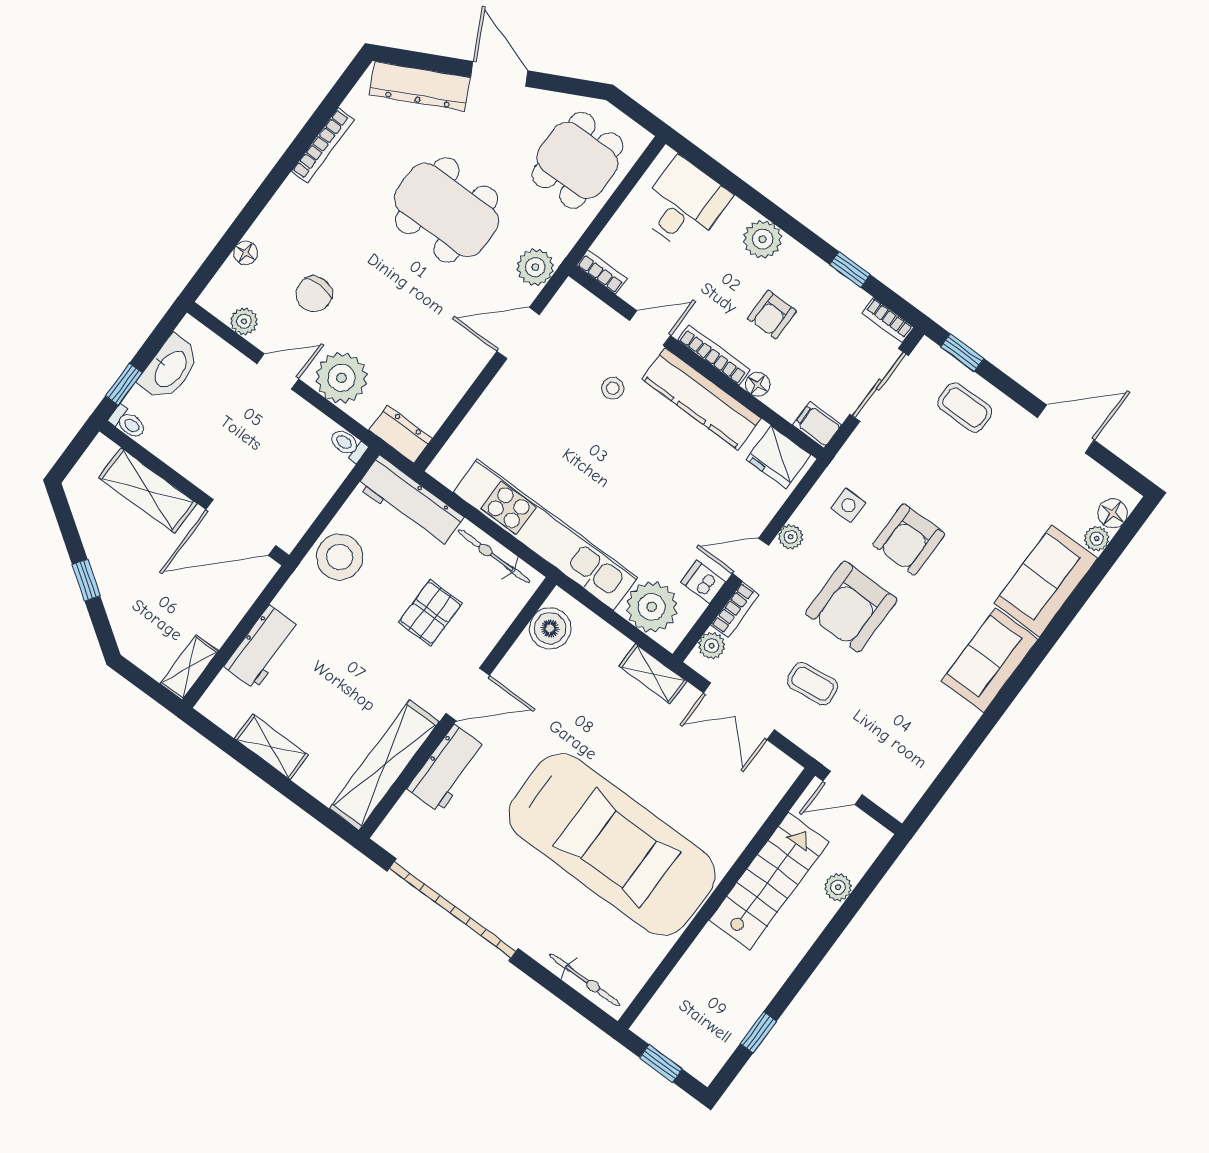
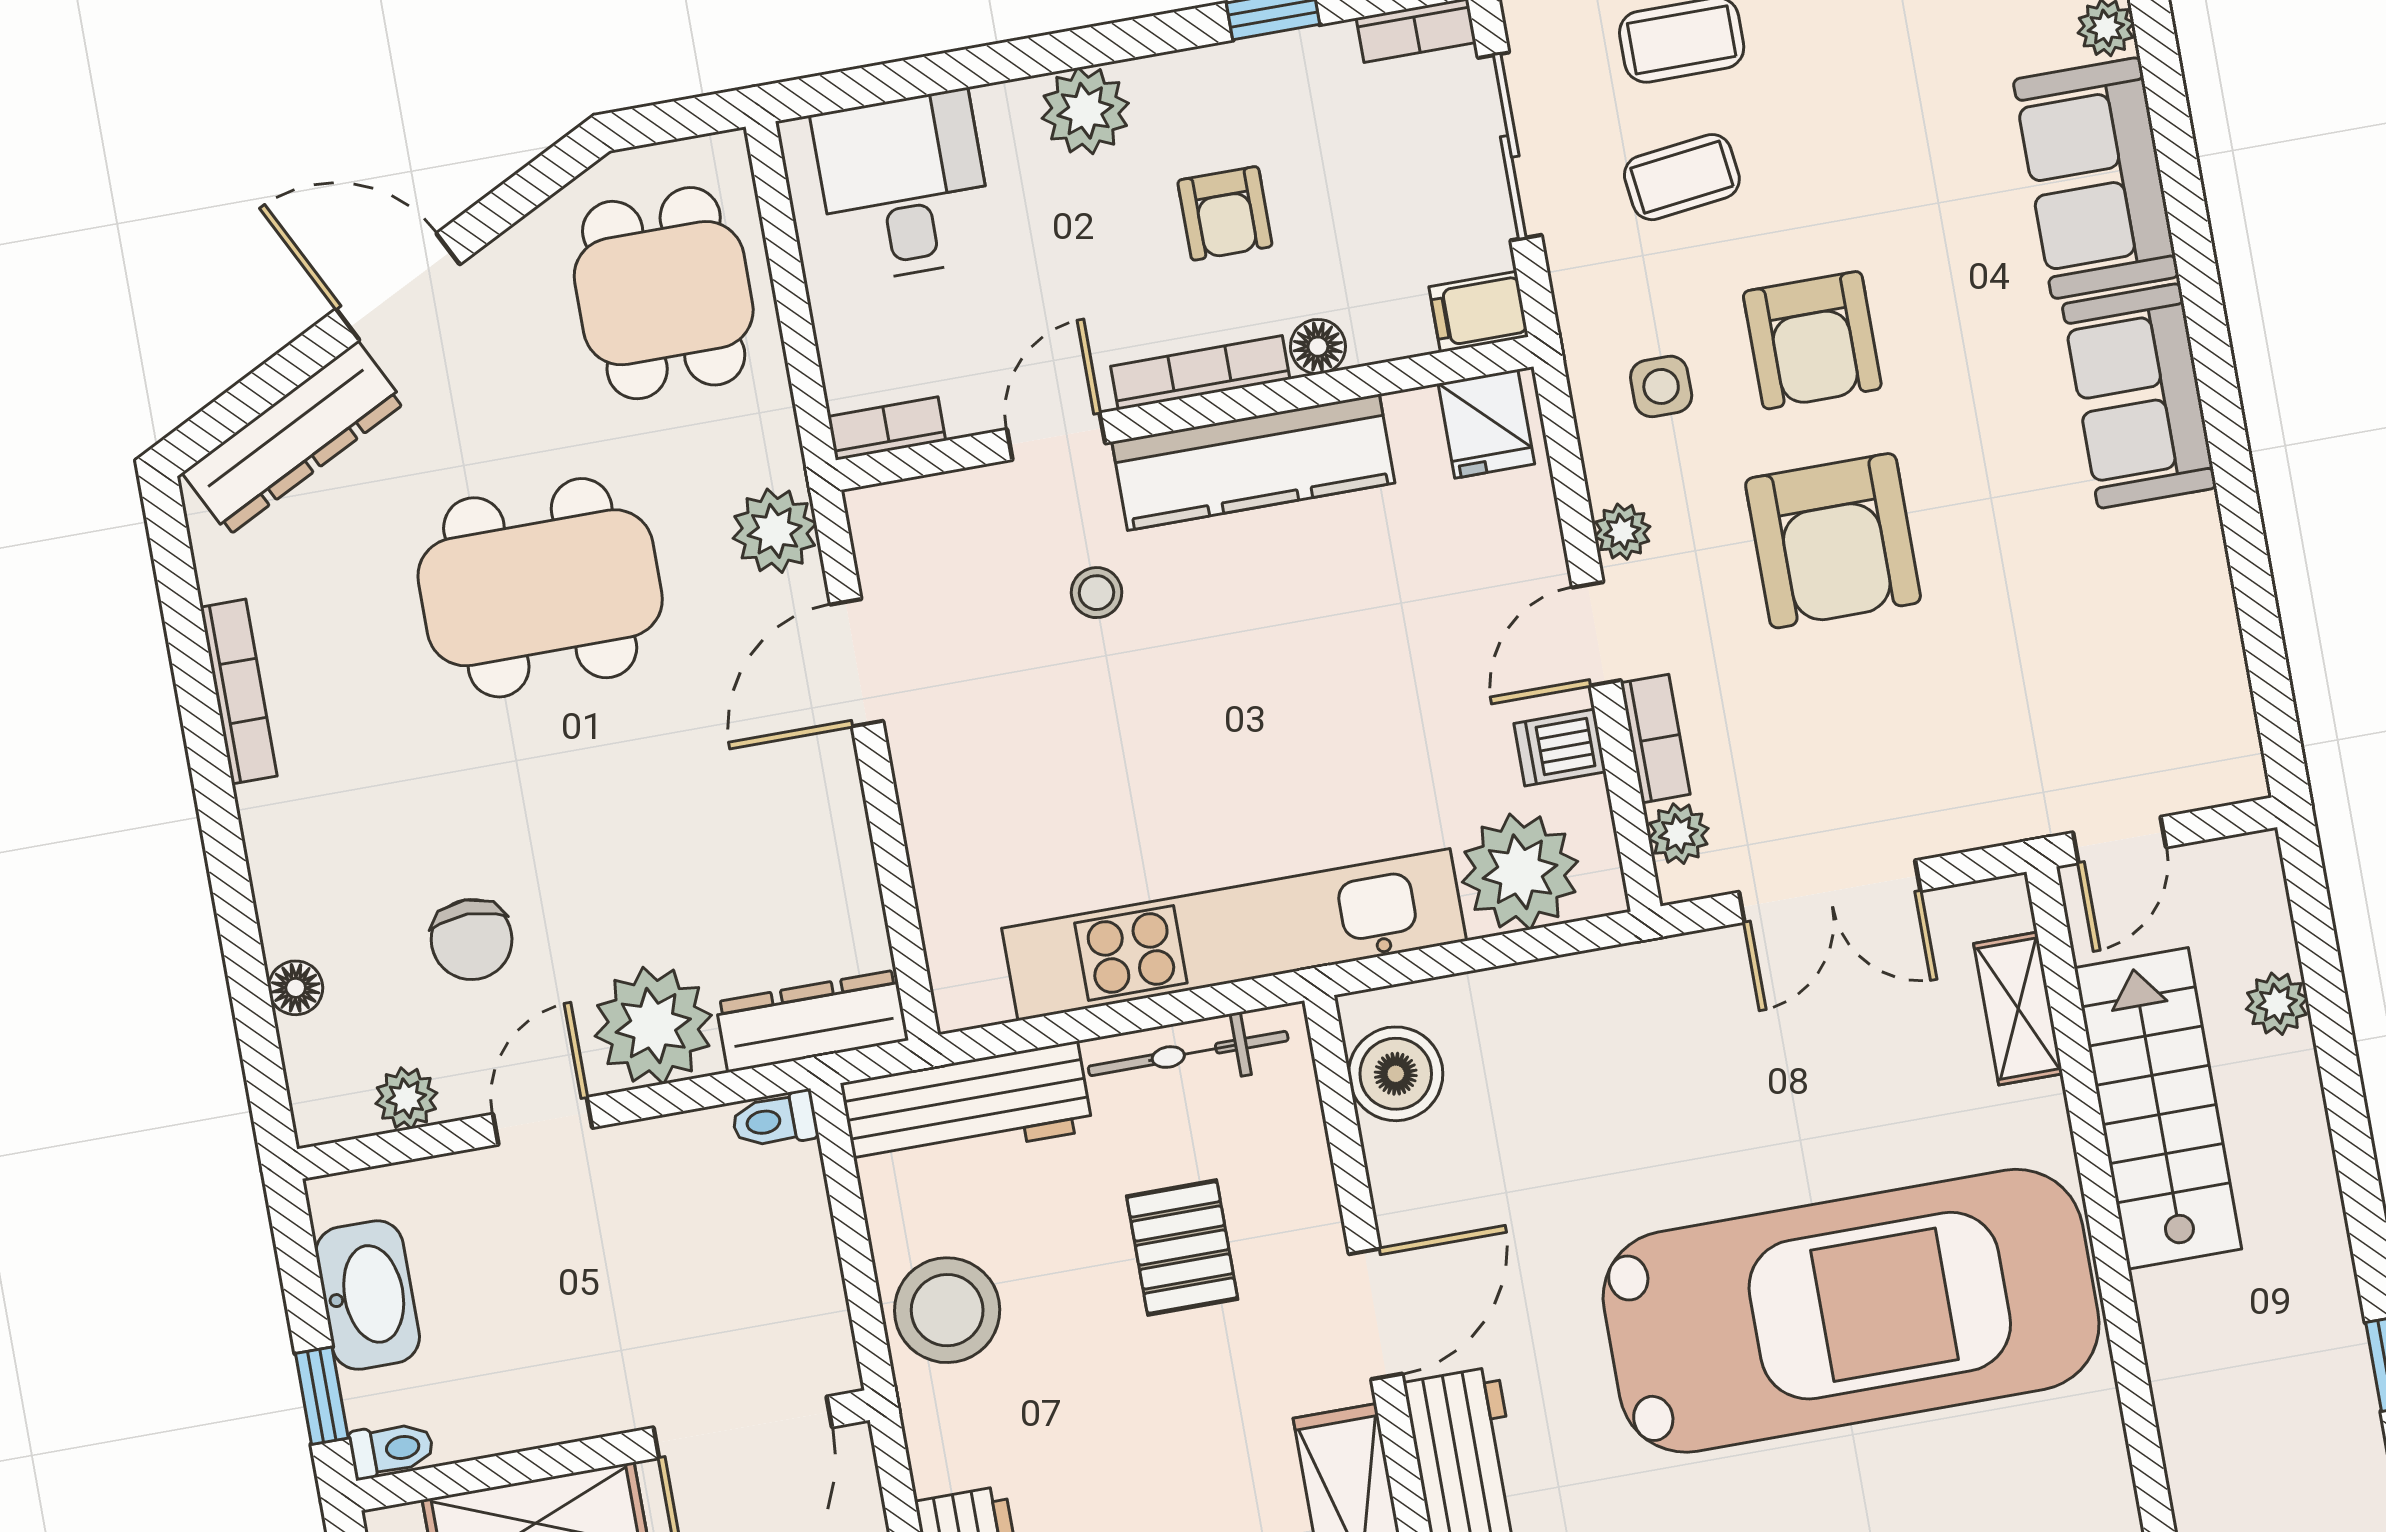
dresser: (401, 434) -> (812, 1021), width x1.44
fridge: (778, 457) -> (1486, 424), width x0.72
shelving: (653, 674) -> (2018, 1009), moved, turned 90
coffee table: (813, 684) -> (1682, 177), moved

